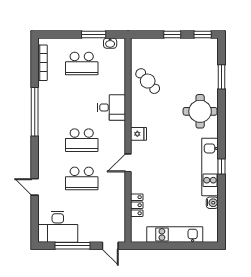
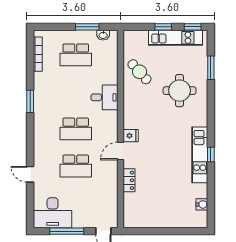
round table: (200, 111) -> (180, 91), moved
window: (35, 112) -> (30, 101), width x0.47
fridge: (139, 134) -> (131, 136), moved
water cooler: (212, 203) -> (202, 204), moved
locker: (137, 205) -> (129, 180), moved
kitchen unit: (175, 234) -> (175, 38), moved, turned 180

